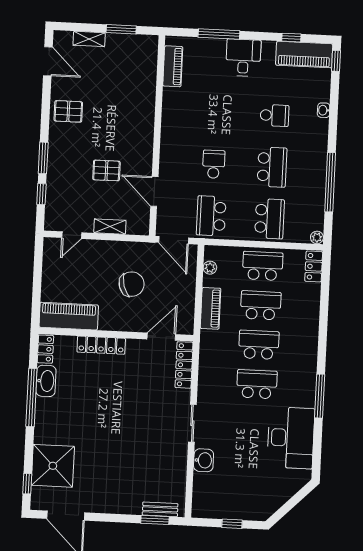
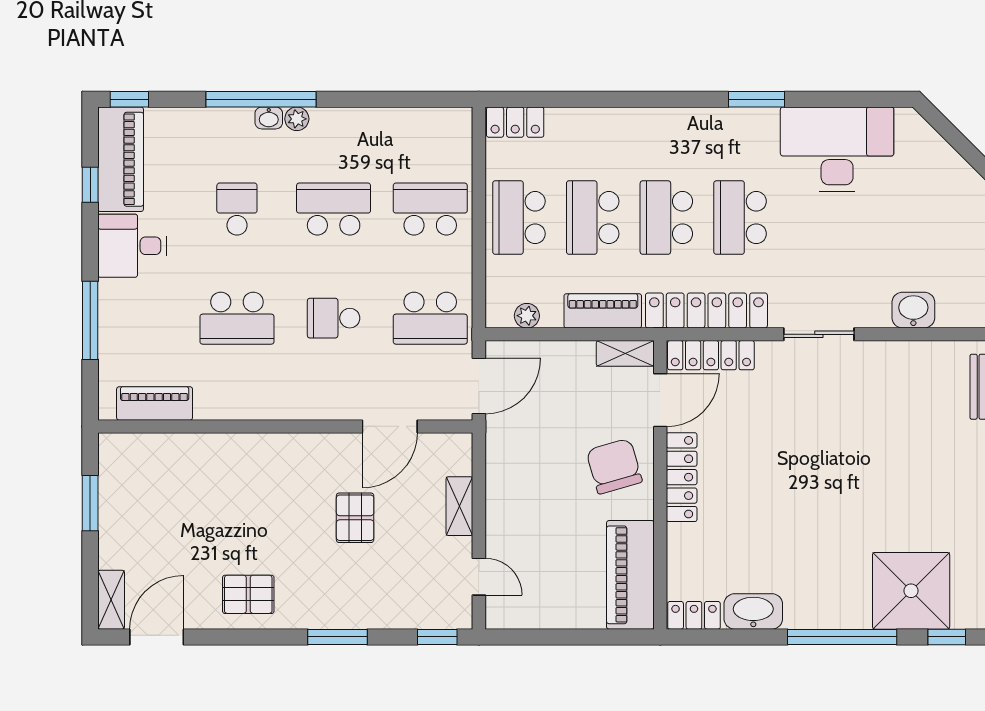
shelving: (89, 39) -> (111, 600), moved
desk: (243, 58) -> (132, 246), moved
washbasin: (324, 110) -> (269, 118), moved
pallet: (68, 111) -> (248, 594), turned 90
school desk: (216, 113) -> (237, 318), added
window: (330, 182) -> (261, 99), moved
window: (41, 194) -> (437, 637), moved
plant: (317, 237) -> (297, 119), moved
chair: (132, 284) -> (614, 466), moved
shelving: (187, 319) -> (625, 353), added
door: (161, 337) -> (660, 400), swing flipped
locker: (101, 345) -> (682, 477), moved
locker: (208, 364) -> (706, 310), added
window: (320, 396) -> (757, 99), width x0.69
window: (31, 398) -> (842, 637), moved
washbasin: (204, 460) -> (913, 310), moved

